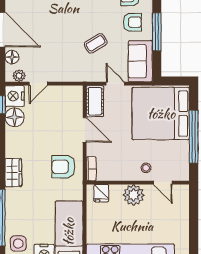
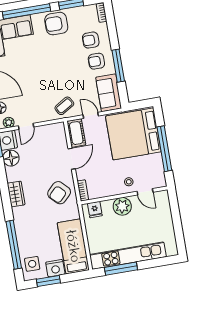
armchair: (132, 22) -> (96, 61), turned 180
coffee table: (96, 43) -> (64, 106), moved
door: (85, 130) -> (72, 159), hinge flipped
armchair: (63, 167) -> (59, 193), turned -45
wardrobe: (13, 173) -> (16, 194), moved

